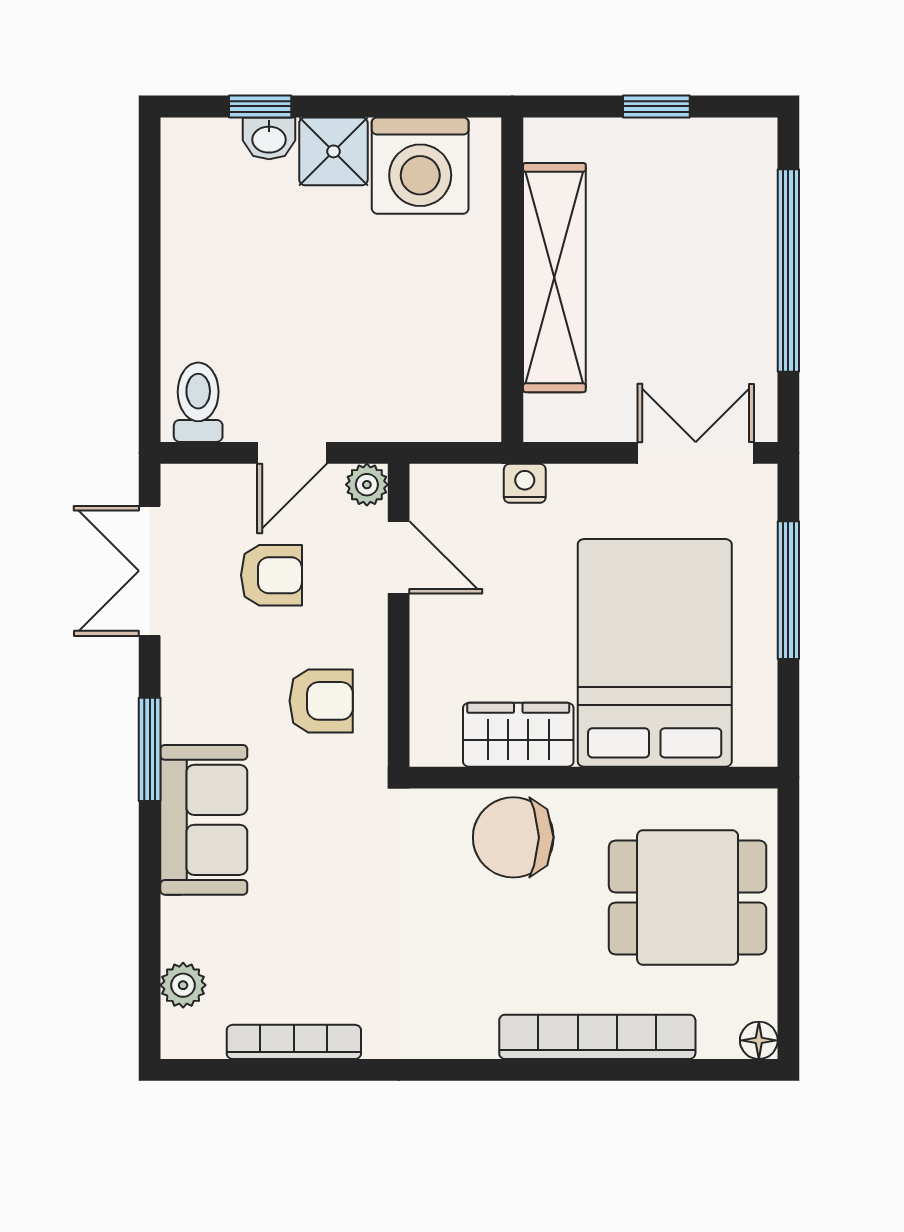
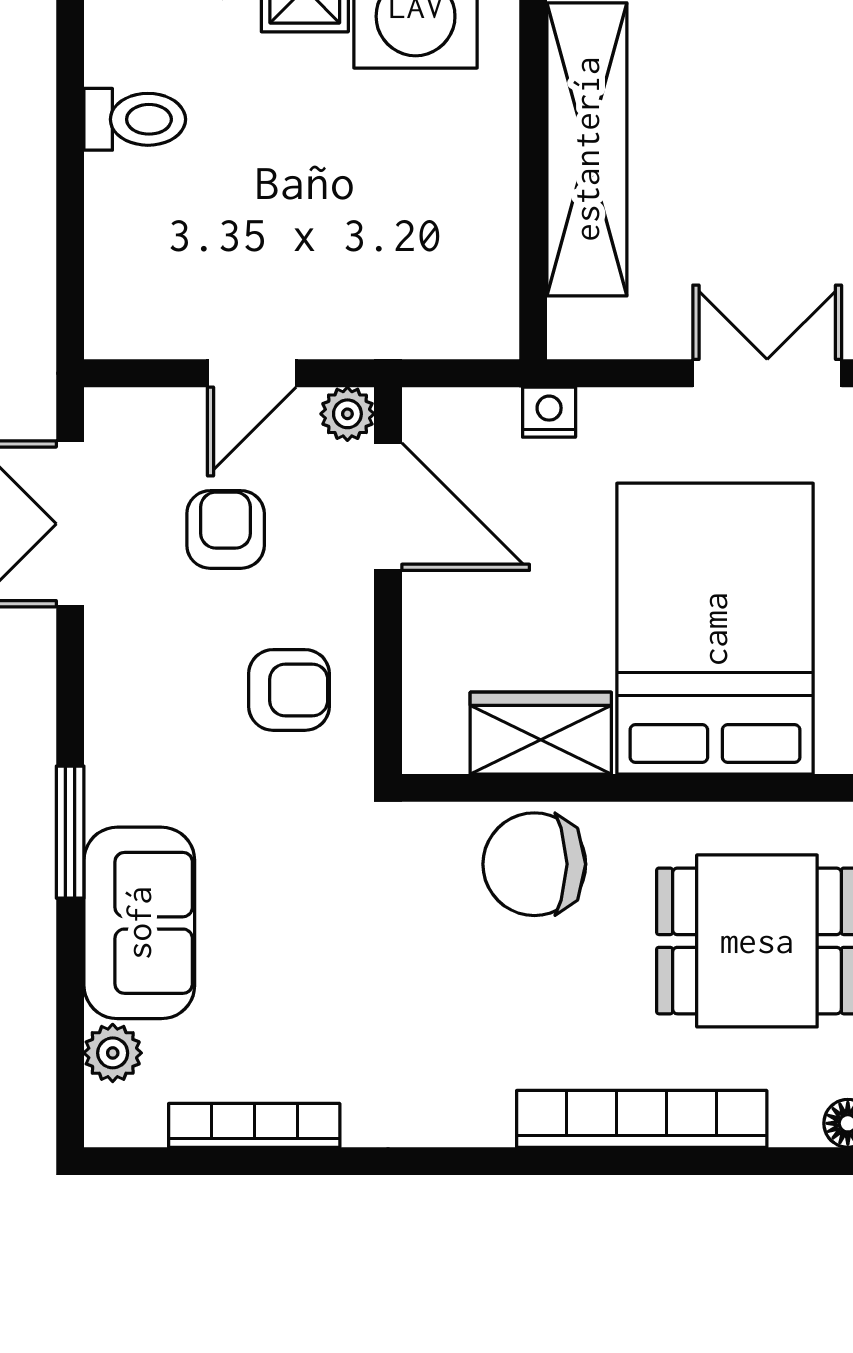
toilet: (198, 402) -> (135, 119), moved, turned 90
door: (399, 557) -> (388, 507), width x1.38
armchair: (271, 575) -> (226, 529), turned -90
window: (150, 749) -> (70, 832), moved
sofa: (204, 820) -> (139, 923), moved

